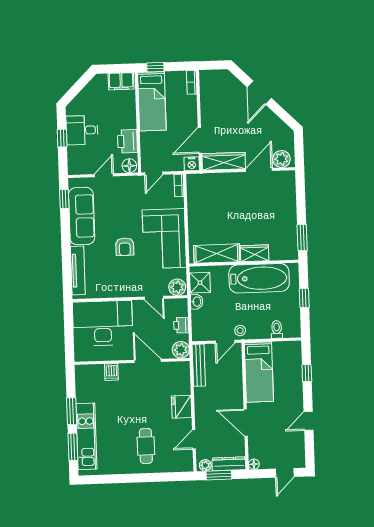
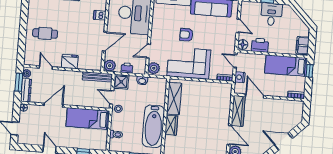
nightstand: (192, 164) -> (240, 77), moved
shower: (200, 283) -> (121, 82), moved

